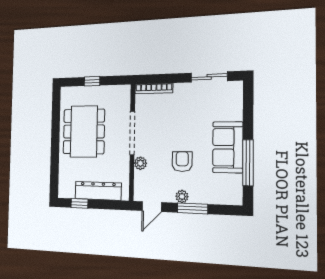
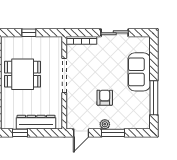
sliding door: (209, 77) -> (115, 33), moved
dining table: (84, 131) -> (23, 74), width x0.73
sofa: (228, 147) -> (139, 72), moved
plant: (140, 163) -> (71, 99), removed

